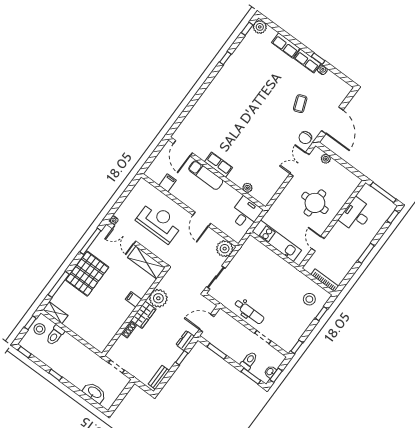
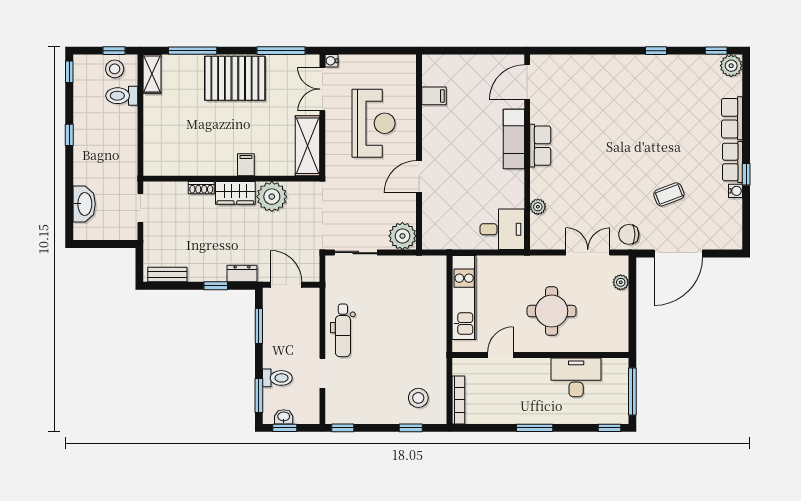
door: (183, 148) -> (527, 82), moved
row of seats: (219, 165) -> (540, 146), moved
wall: (217, 173) -> (527, 152), moved
exam couch: (206, 175) -> (514, 139), moved
plant: (247, 188) -> (538, 207), moved
desk: (246, 213) -> (502, 229), moved

